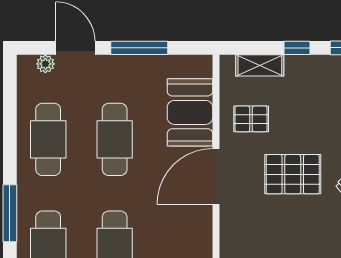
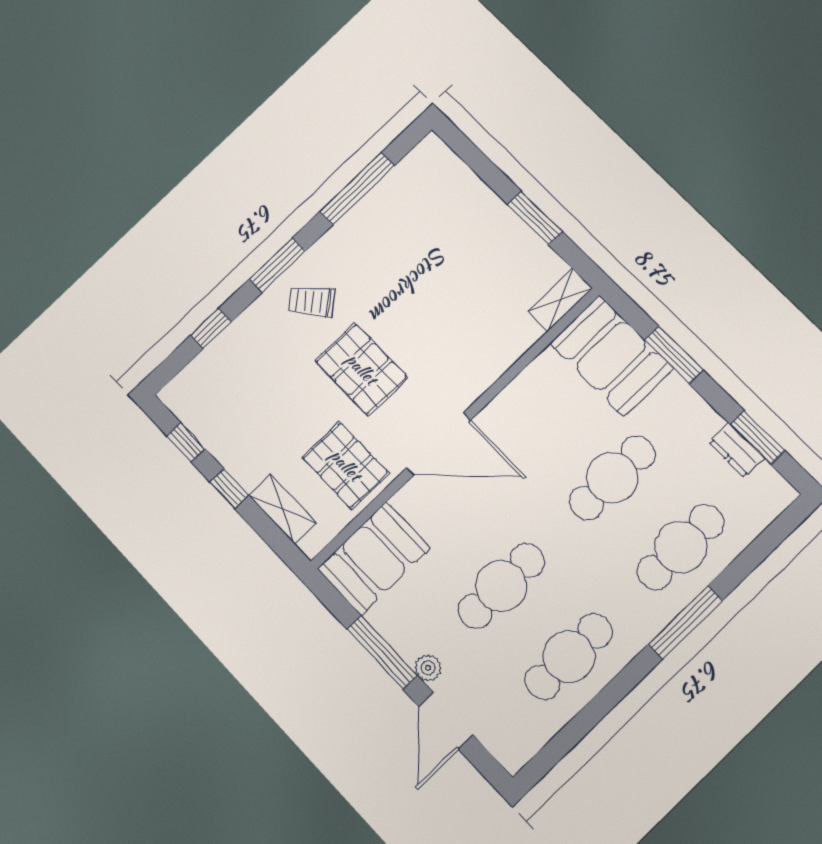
plant: (45, 64) -> (428, 668), moved
booth: (190, 112) -> (374, 558), moved
pallet: (251, 119) -> (346, 465), width x1.50, depth x1.42

